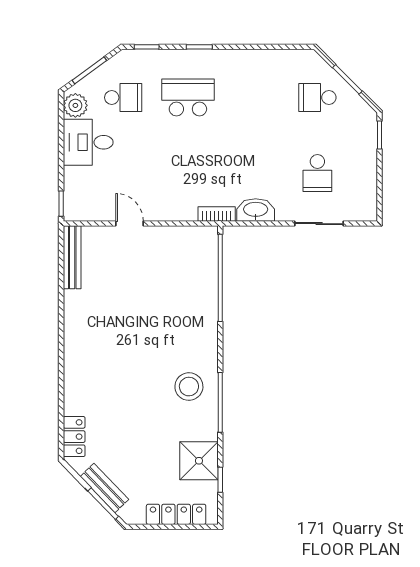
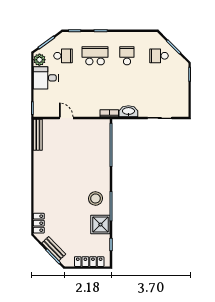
school desk: (317, 173) -> (127, 56), moved, turned 180
shower: (199, 461) -> (100, 225), moved

